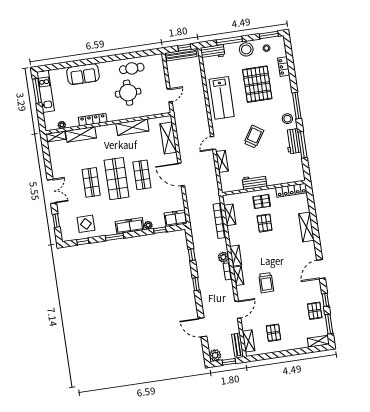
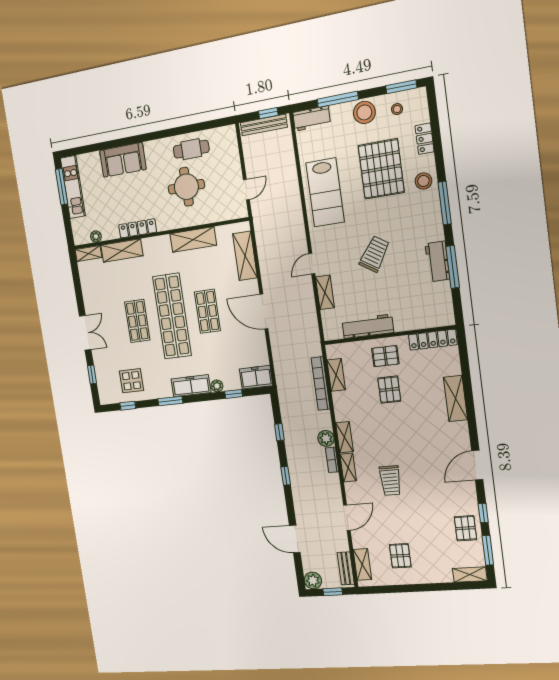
stool: (287, 119) -> (423, 181), moved
shop shelf: (117, 179) -> (172, 316), width x1.40
workbench: (254, 182) -> (368, 326), width x1.38

